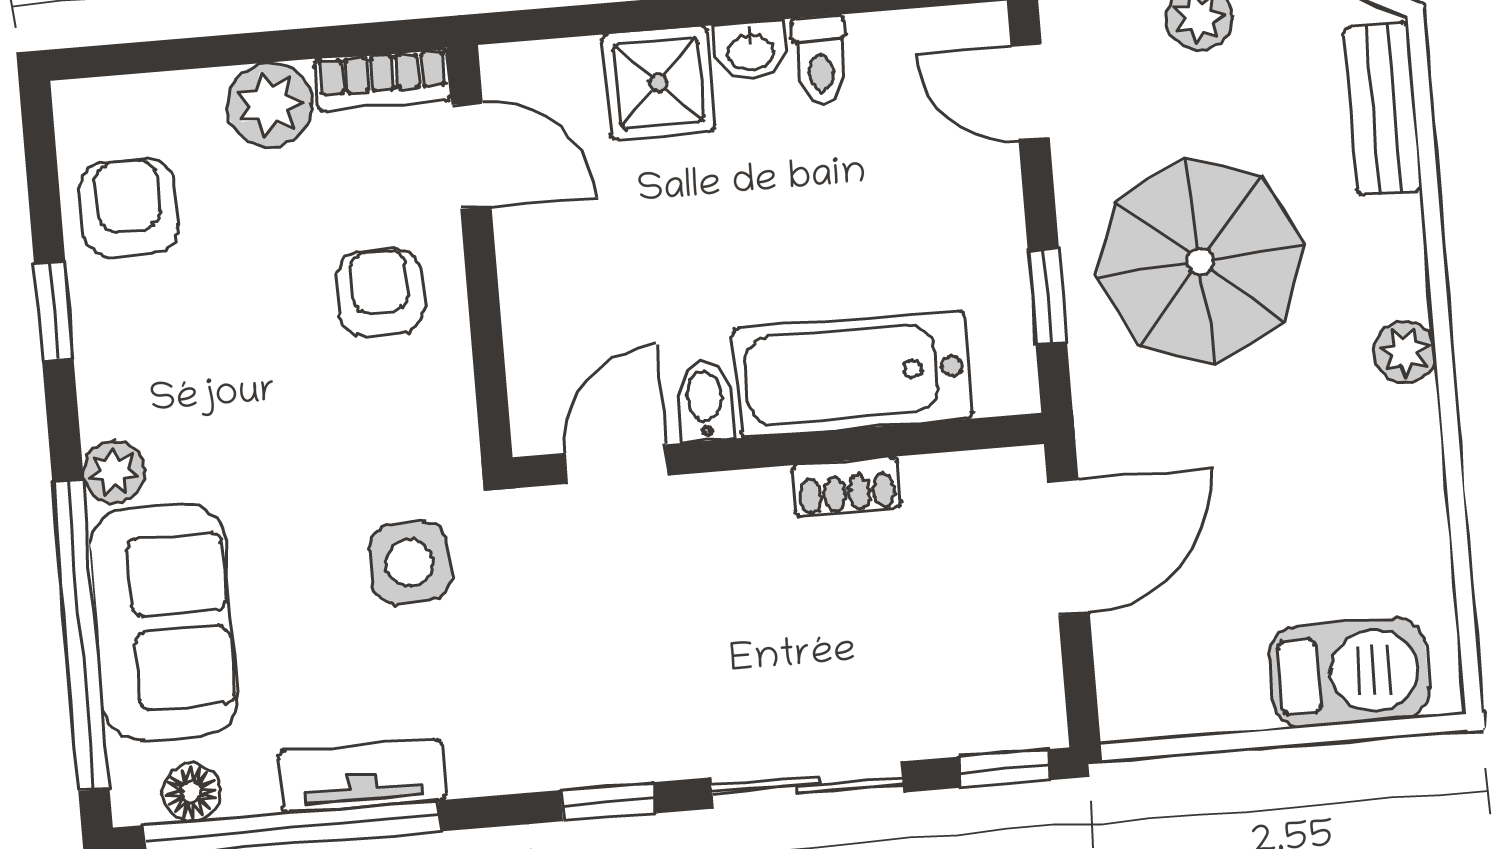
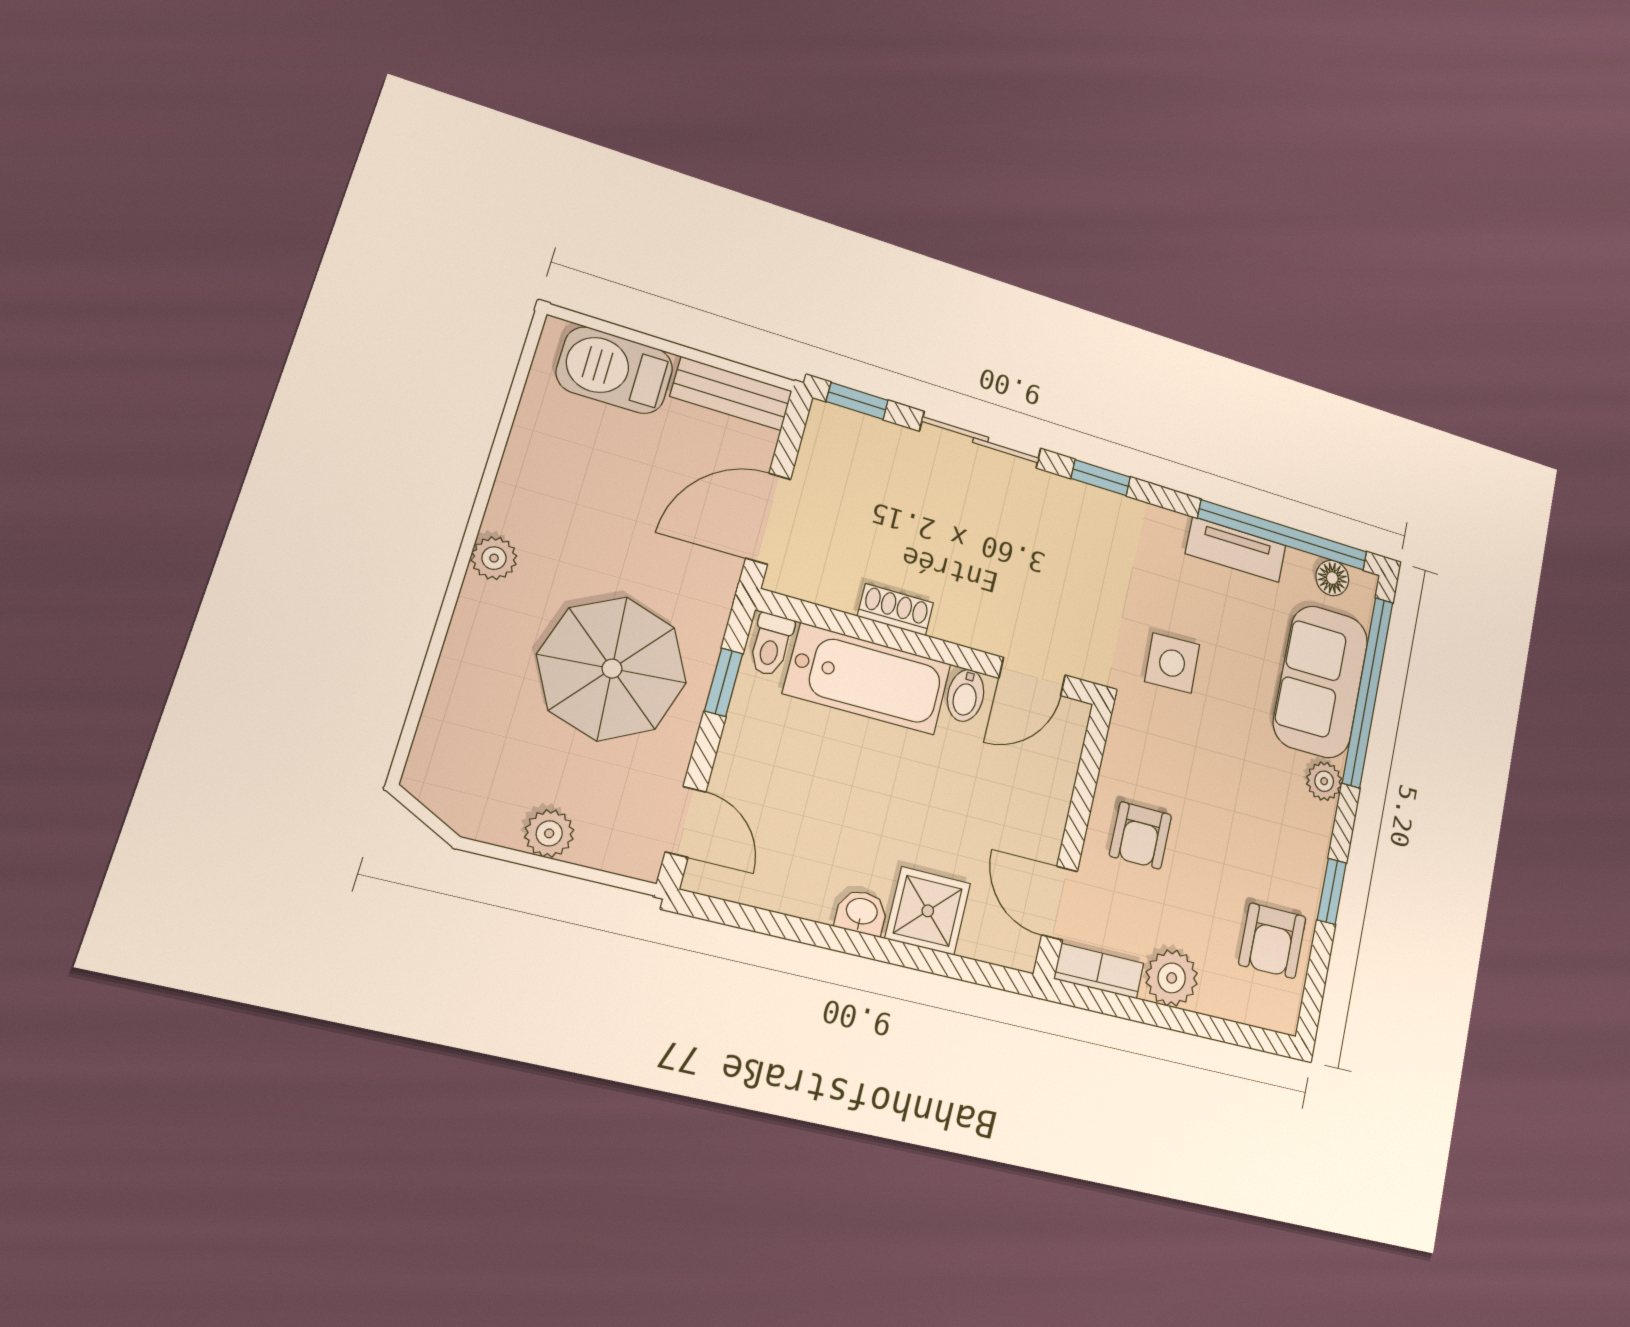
toilet: (820, 60) -> (771, 645), moved, turned 180
bench: (1383, 109) -> (731, 394), moved, turned 90

